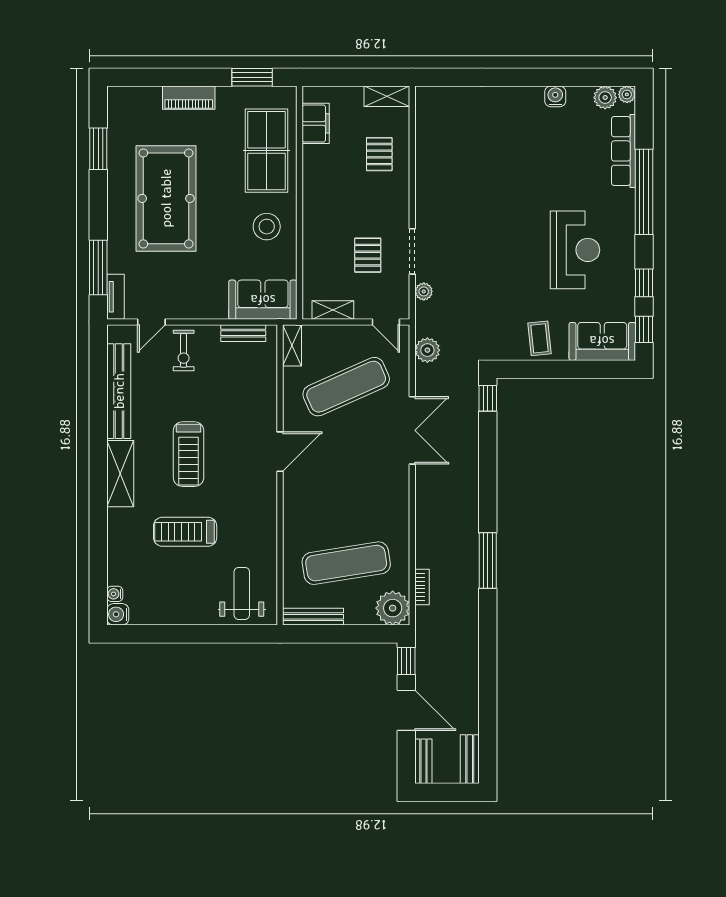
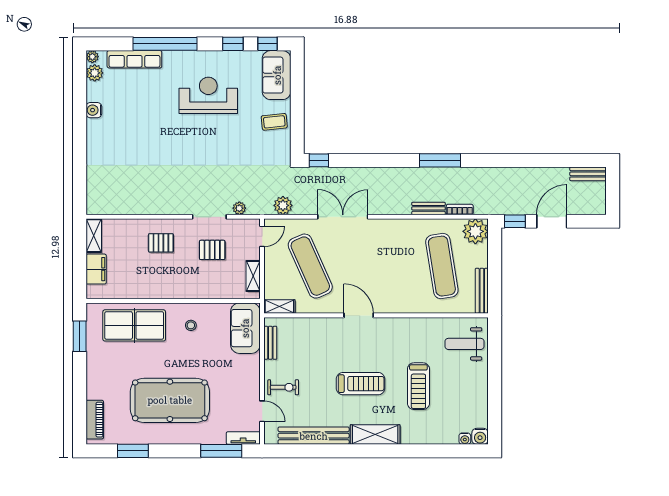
piano: (189, 98) -> (95, 420), moved
filing cabinet: (316, 123) -> (96, 269), moved, turned 90
pallet: (379, 154) -> (161, 243), moved
stool: (267, 227) -> (191, 325), width x0.53, depth x0.53
bench: (423, 761) -> (428, 208), moved

